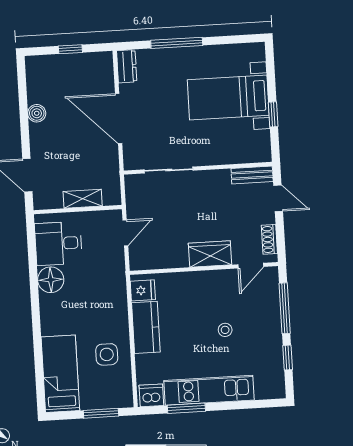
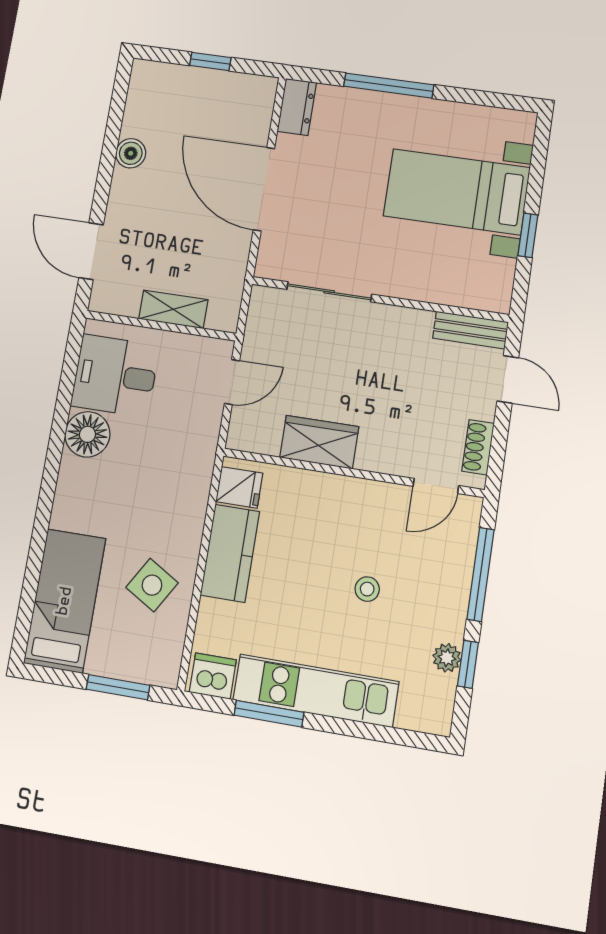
wardrobe: (210, 254) -> (319, 442), moved
side table: (107, 354) -> (152, 585), turned 31
plant: (276, 357) -> (447, 658), added

